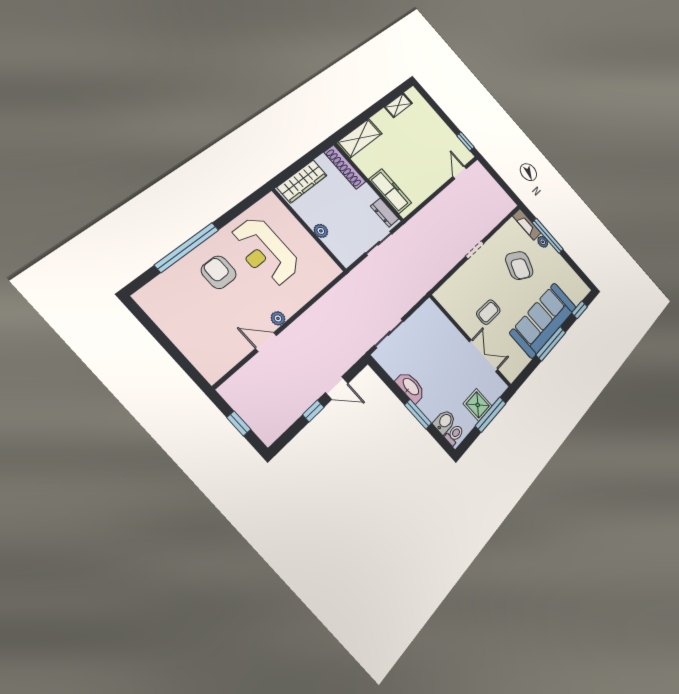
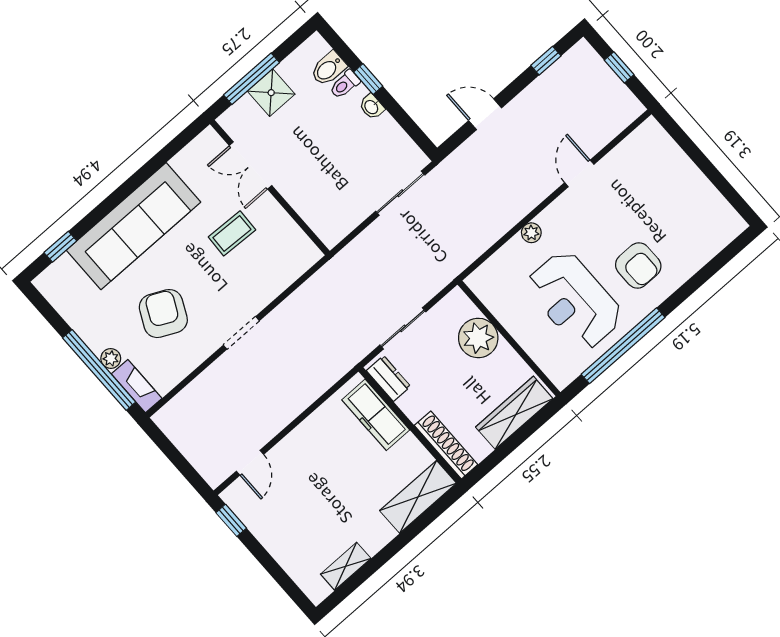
plant: (321, 231) -> (478, 338), width x1.88, depth x1.88
window: (548, 236) -> (99, 370), width x1.46
window: (187, 247) -> (623, 346), moved
reception desk: (265, 251) -> (574, 300), turned 180
plant: (278, 318) -> (531, 233), moved
door: (266, 342) -> (579, 173), swing flipped
window: (551, 344) -> (127, 189), removed
washbasin: (411, 387) -> (372, 107), width x0.52, depth x0.69
window: (313, 411) -> (546, 61), moved
window: (418, 414) -> (368, 79), width x0.67
toilet: (454, 435) -> (345, 84), moved

